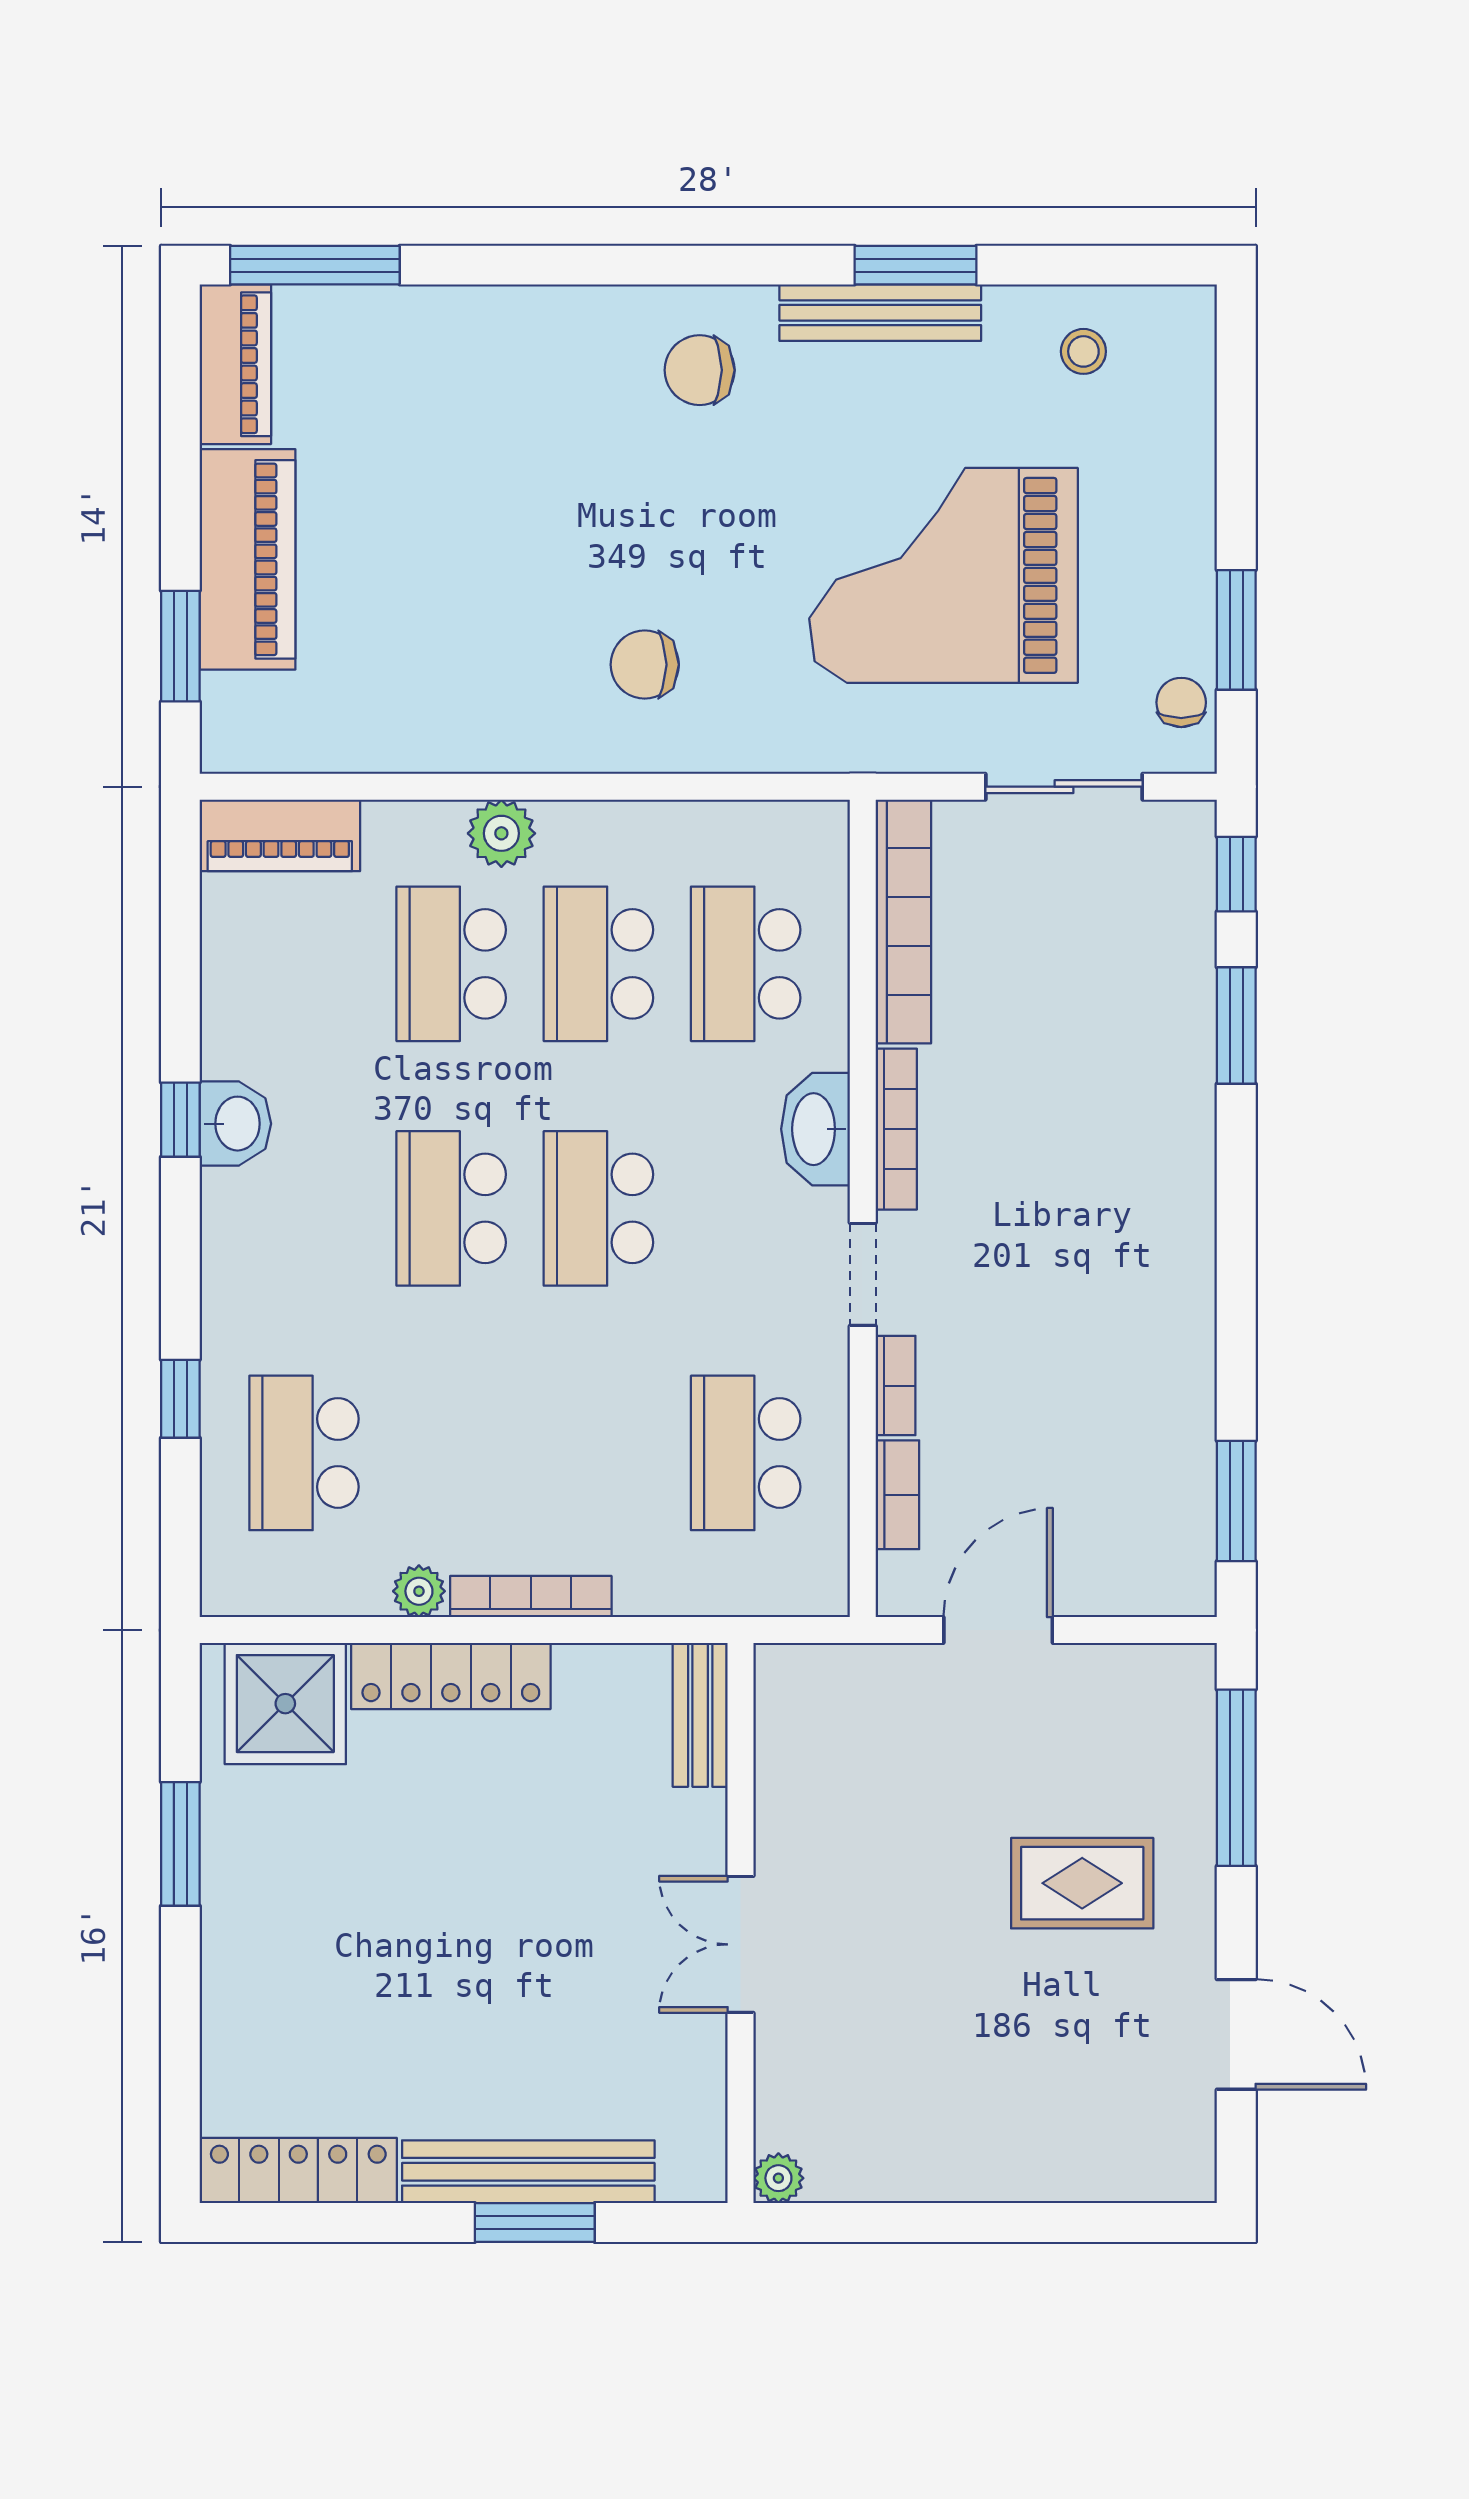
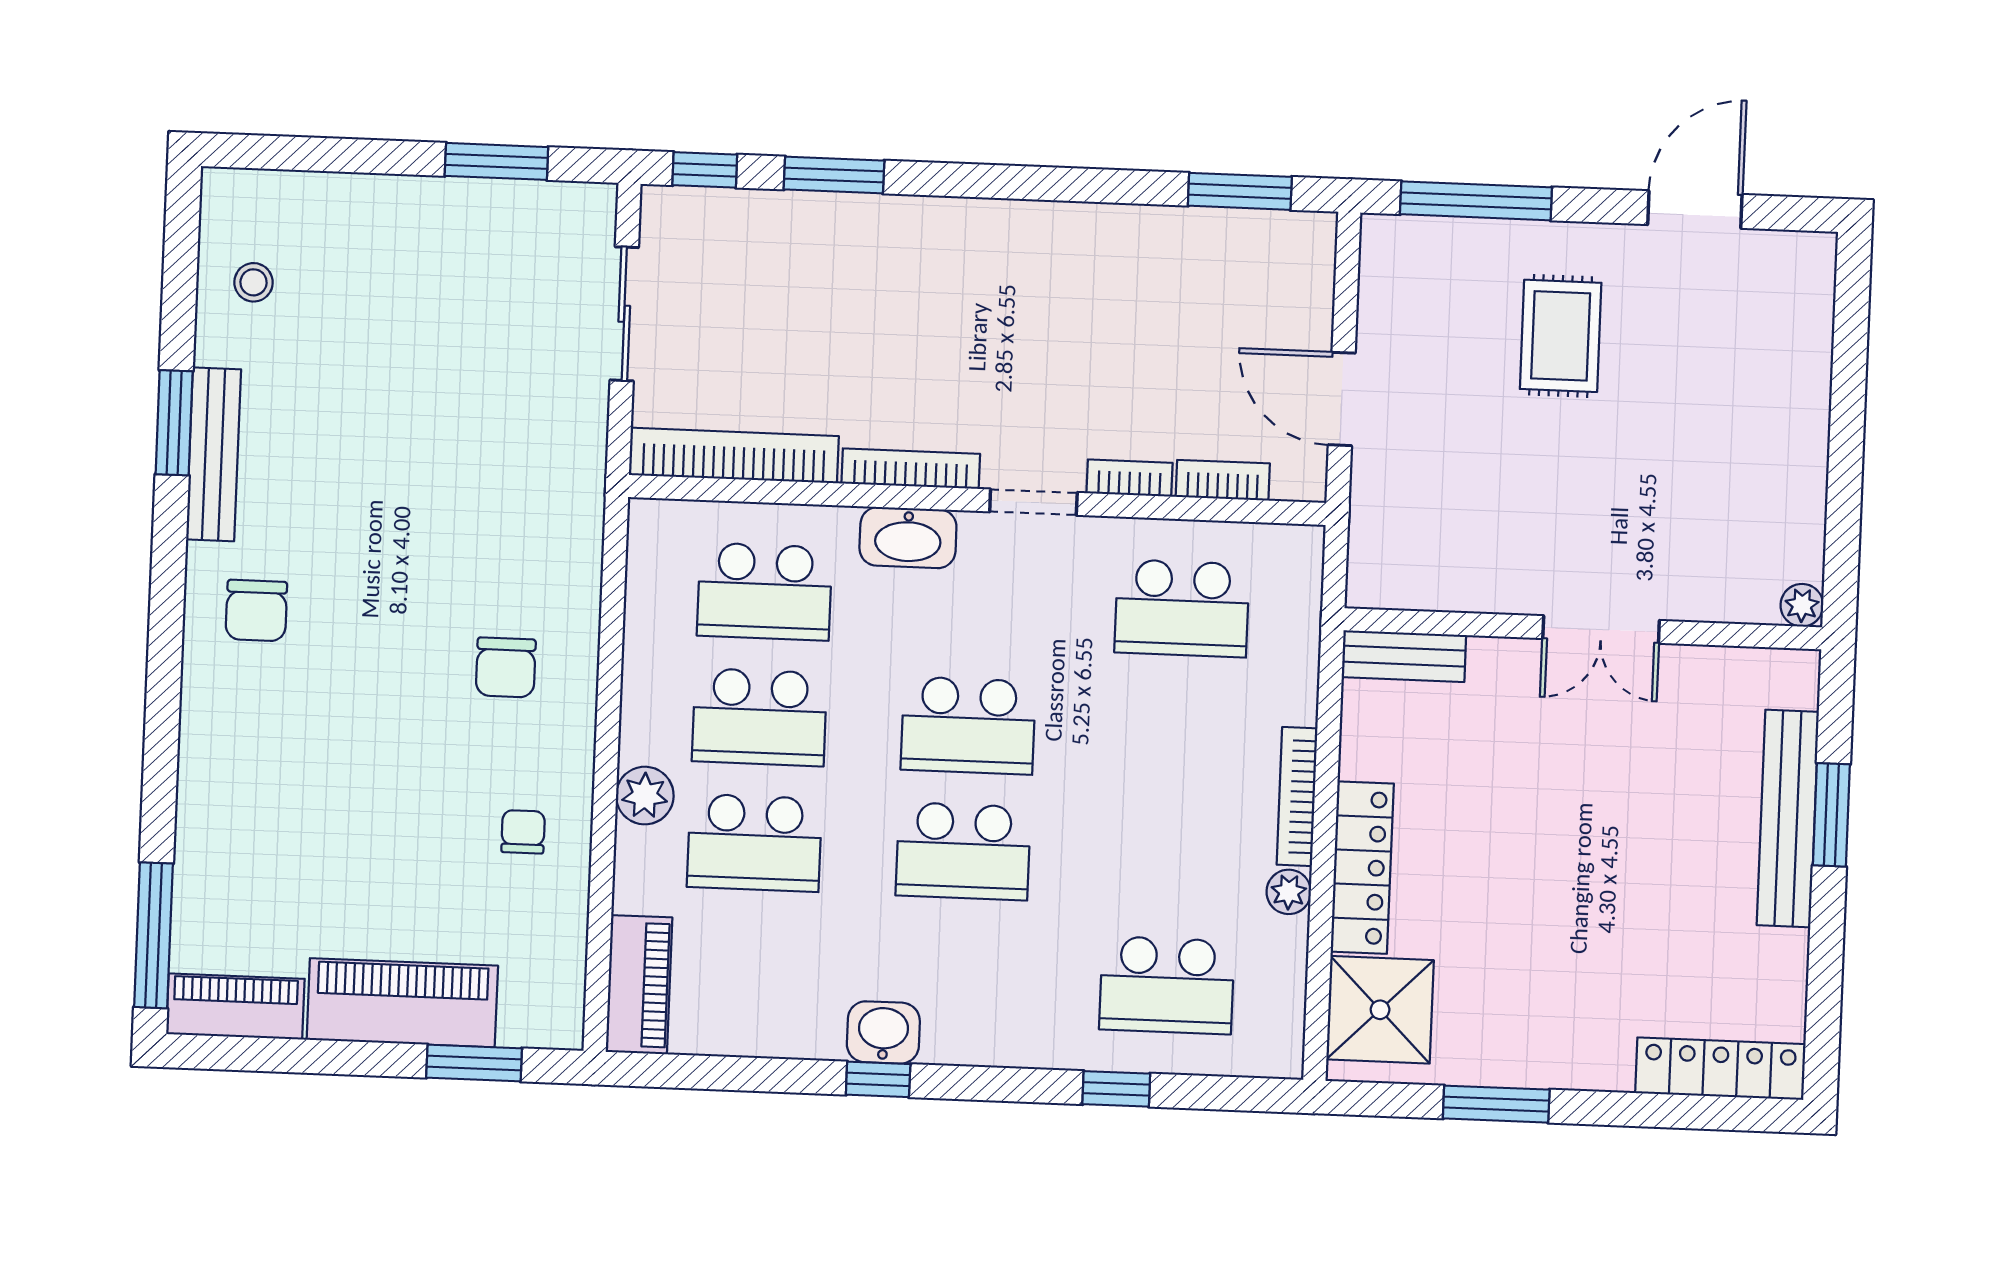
grand piano: (944, 575) -> (440, 409), removed
chair: (1181, 702) -> (523, 832), moved, turned 90
locker: (298, 2171) -> (1720, 1069), moved, turned 90

